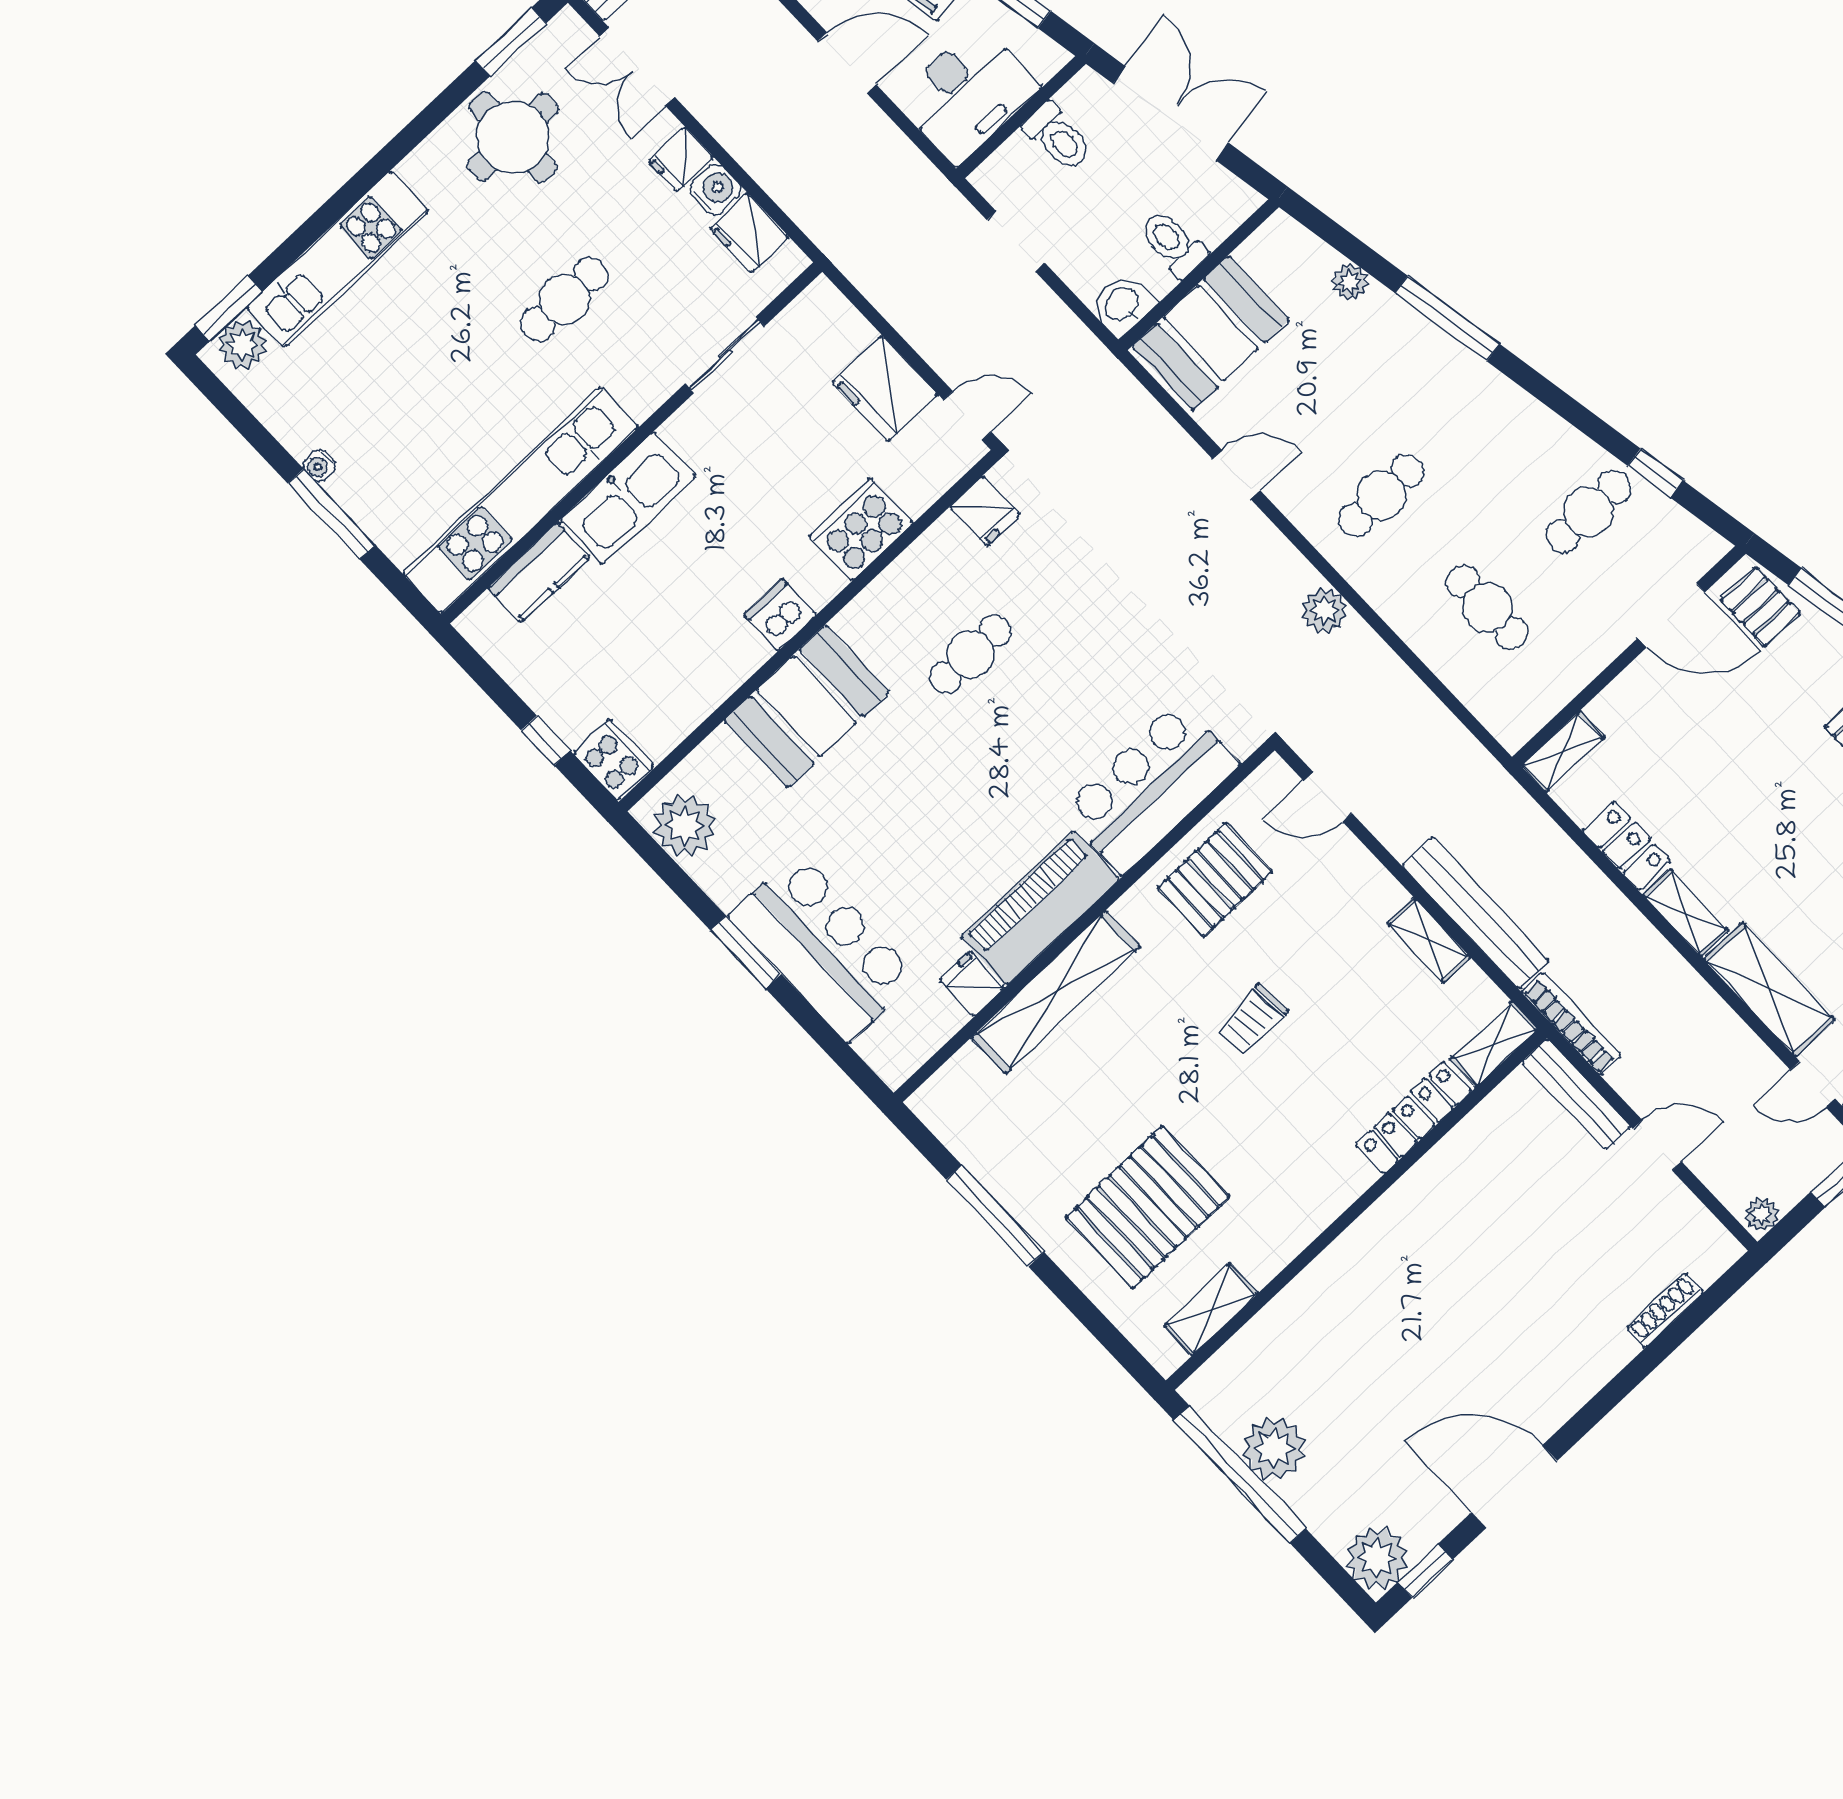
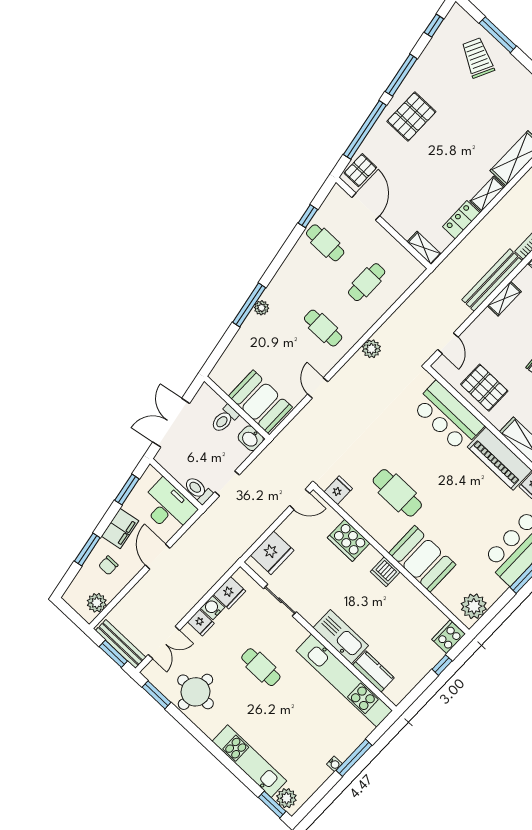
toilet: (1058, 137) -> (198, 490), moved, turned -90
plant: (1350, 282) -> (261, 308), moved
fridge: (885, 389) -> (272, 553), moved
door: (967, 416) -> (300, 499), swing flipped
cafe table: (970, 654) -> (397, 493), width x1.37, depth x1.35

